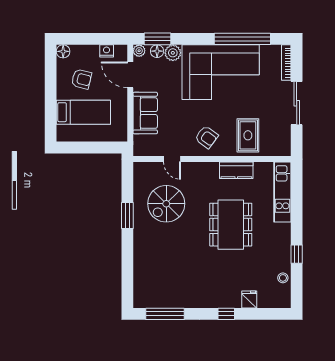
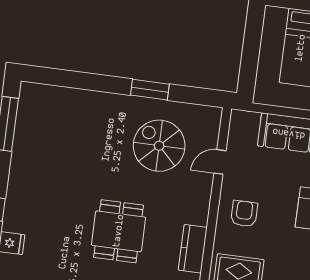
armchair: (207, 137) -> (244, 214), turned 144
dining table: (231, 225) -> (119, 231), width x0.73

